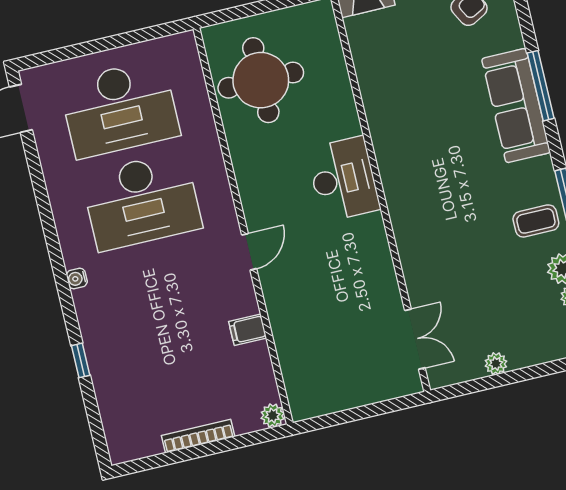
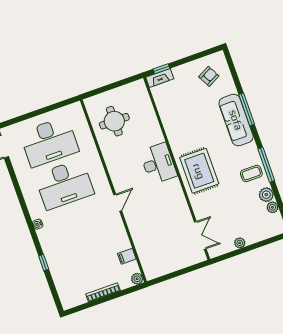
round table: (261, 80) -> (114, 121), width x0.73, depth x0.73
rug: (427, 203) -> (199, 171), added
filing cabinet: (248, 330) -> (127, 256), moved

